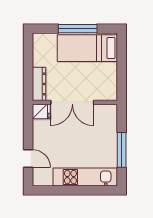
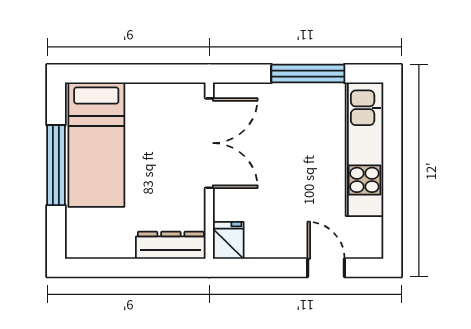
double door: (72, 102) -> (209, 143), moved
door: (28, 159) -> (326, 268), hinge flipped

